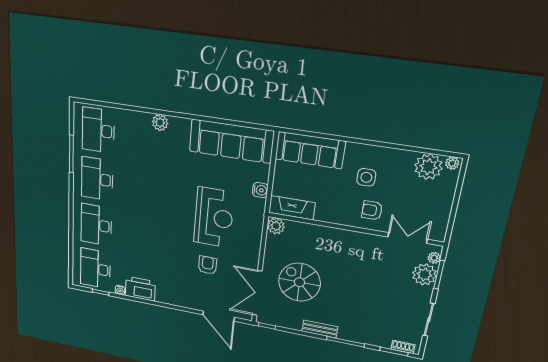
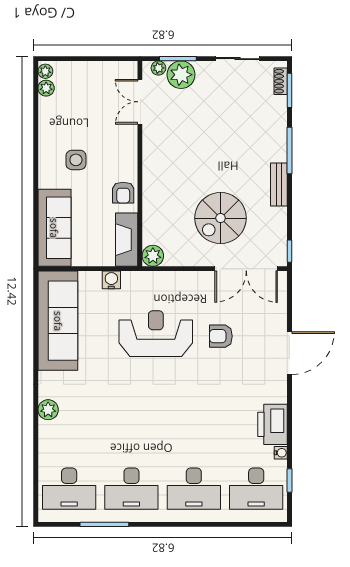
plant: (428, 167) -> (46, 88), width x0.53, depth x0.53
armchair: (372, 210) -> (123, 193), moved
door: (219, 316) -> (289, 353), moved

